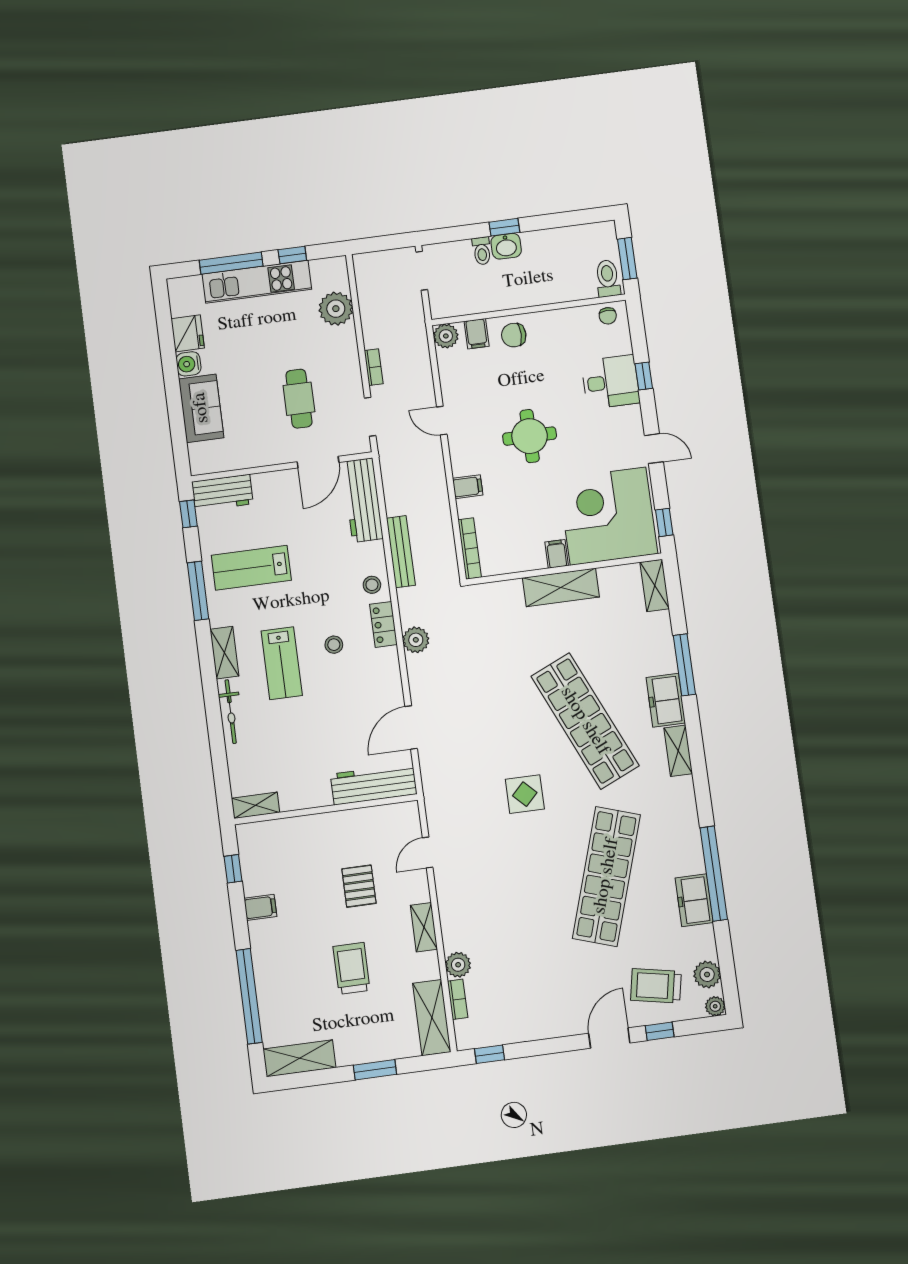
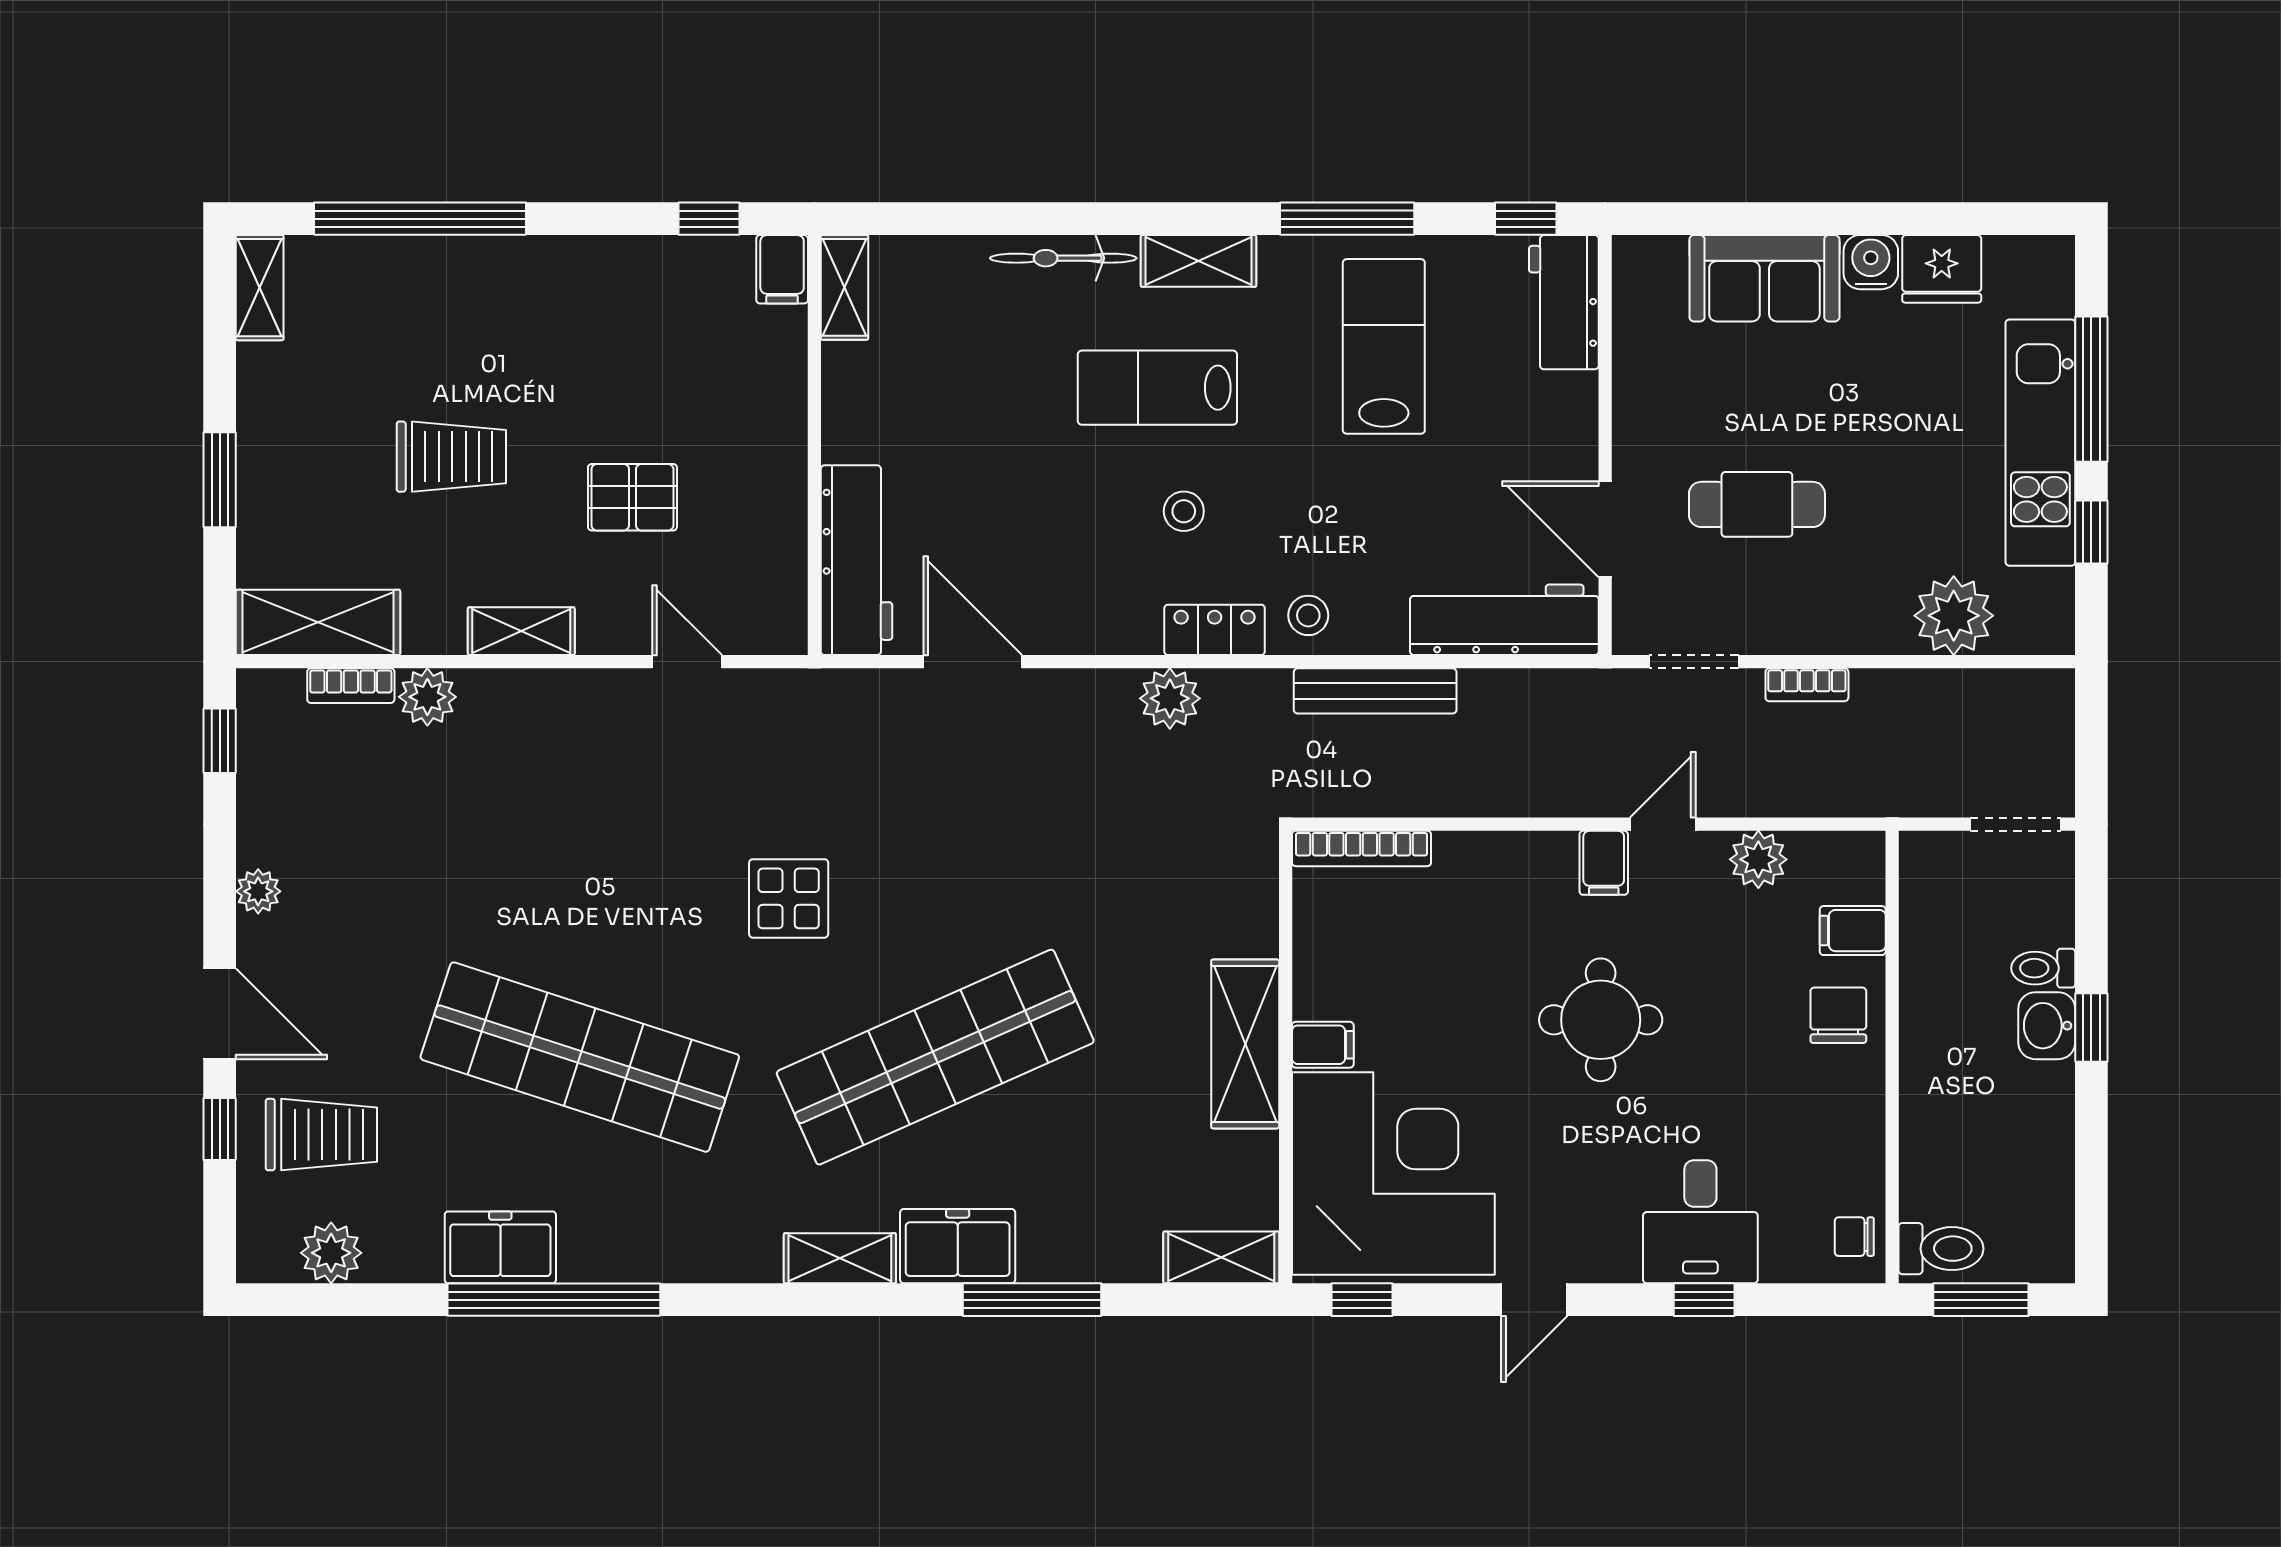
plant: (446, 336) -> (1758, 859), moved
filing cabinet: (468, 487) -> (1604, 863), moved
filing cabinet: (260, 907) -> (782, 269), moved
trolley: (656, 986) -> (321, 1135), turned 79
plant: (715, 1006) -> (258, 891), moved
shelving: (299, 1058) -> (260, 288), width x0.67, depth x0.75

